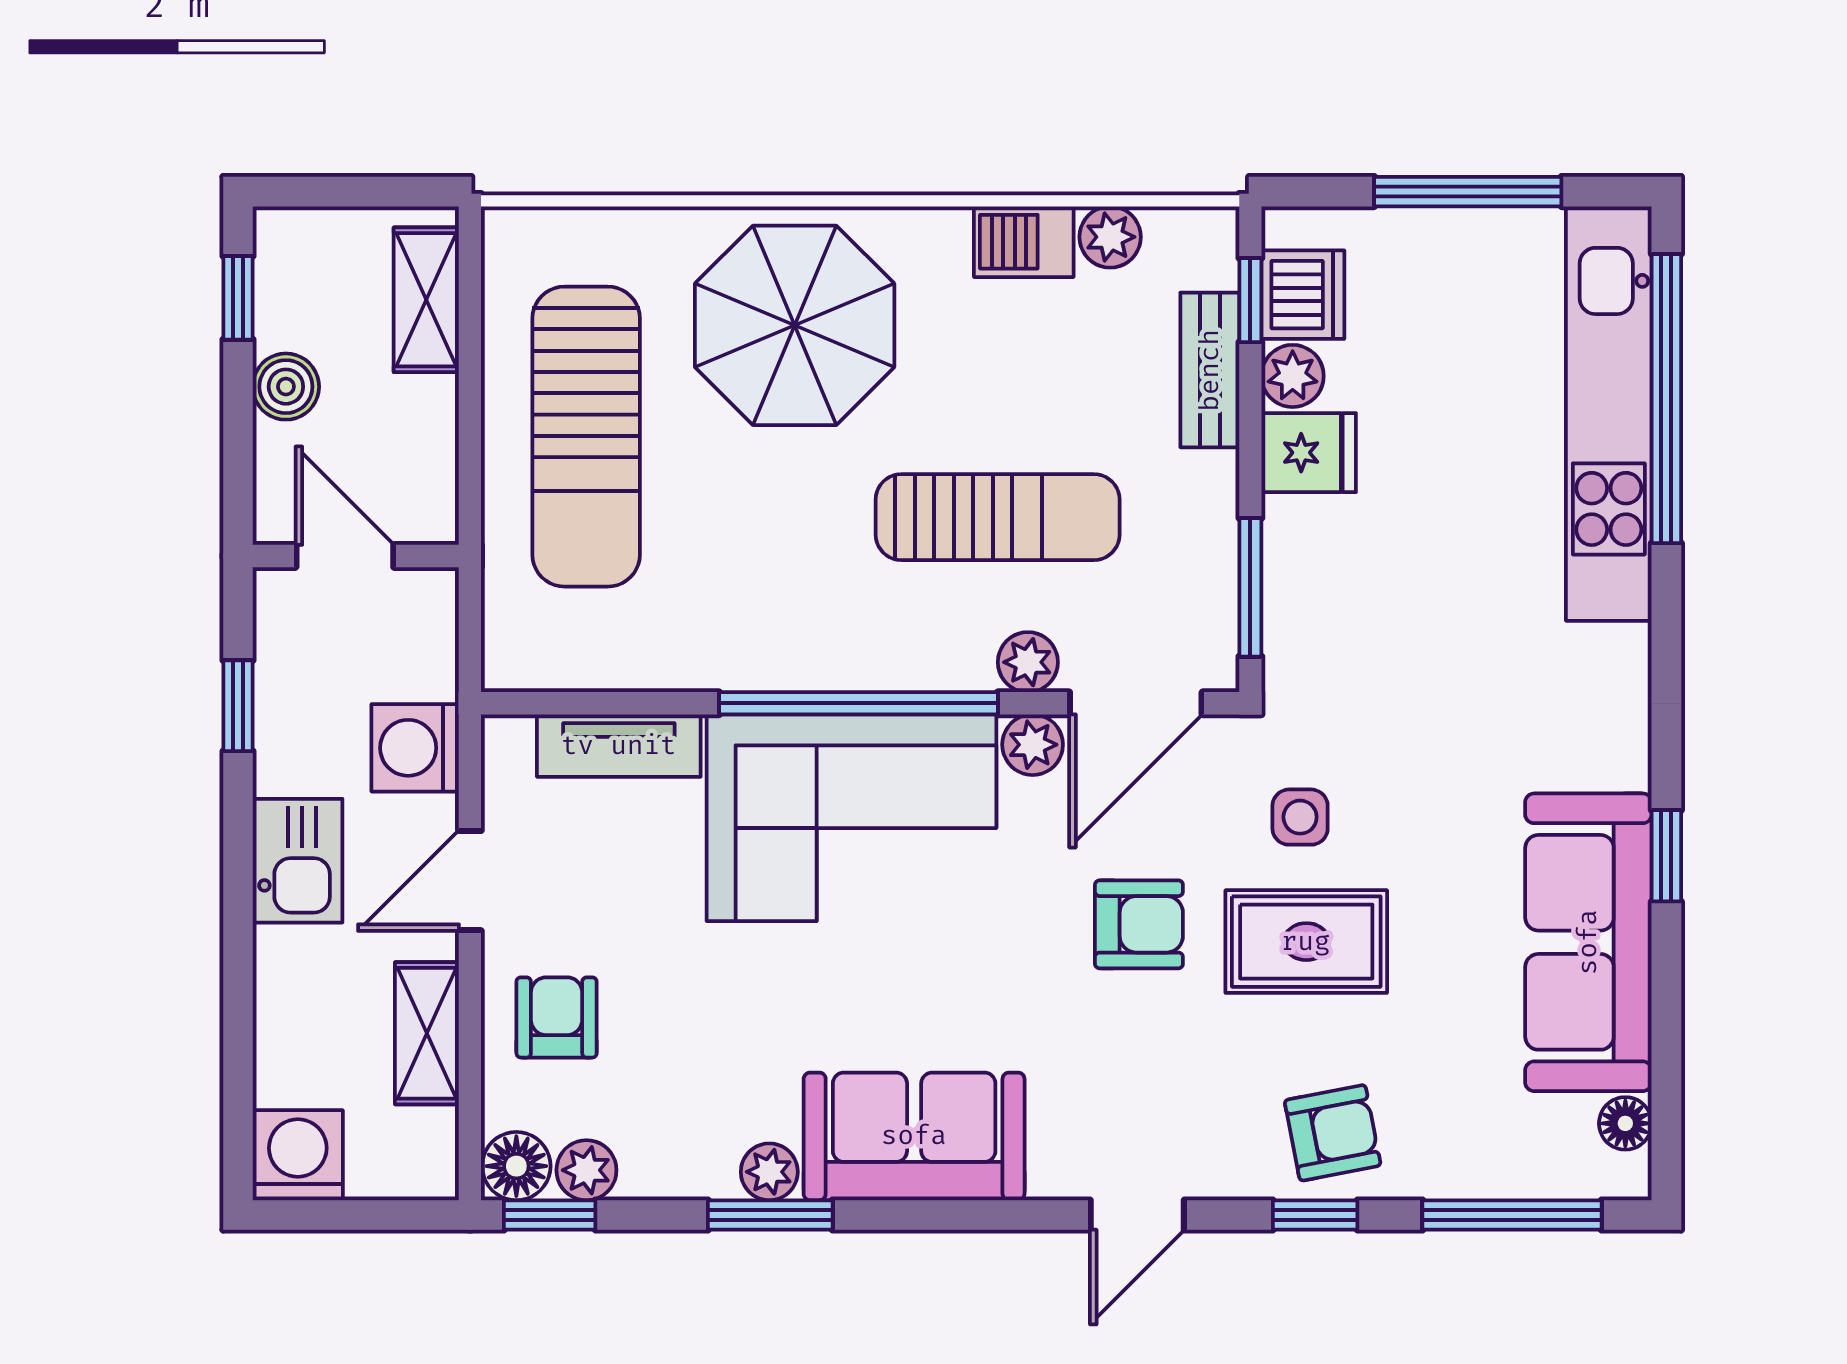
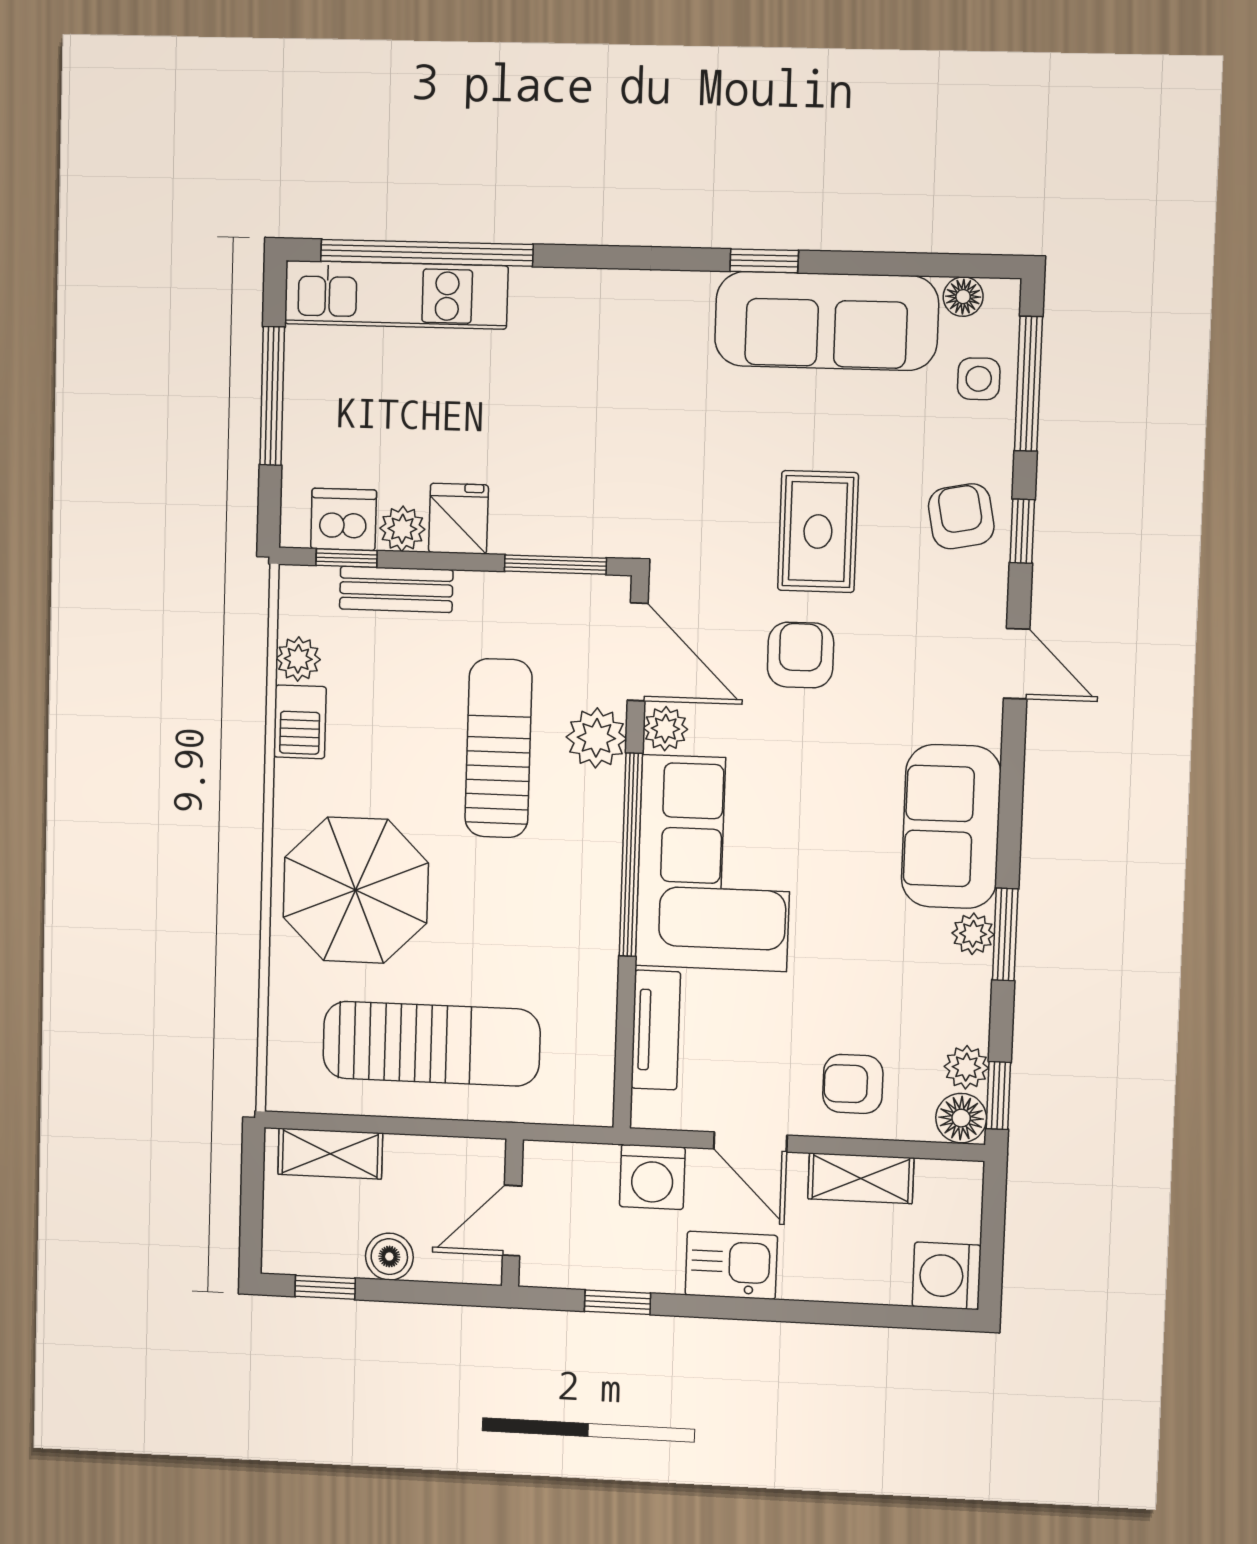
kitchen unit: (1609, 414) -> (396, 295), width x0.73
plant: (1028, 662) -> (596, 738), width x1.38, depth x1.38
side table: (1300, 817) -> (979, 379), moved

